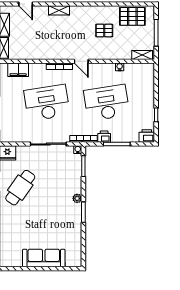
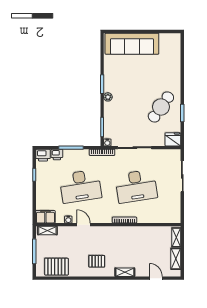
pallet: (104, 31) -> (97, 261), moved
door: (81, 61) -> (84, 225), moved
filing cabinet: (18, 70) -> (45, 217), moved
printer: (104, 137) -> (57, 154), moved
sofa: (44, 258) -> (132, 44), width x1.36, depth x1.27

